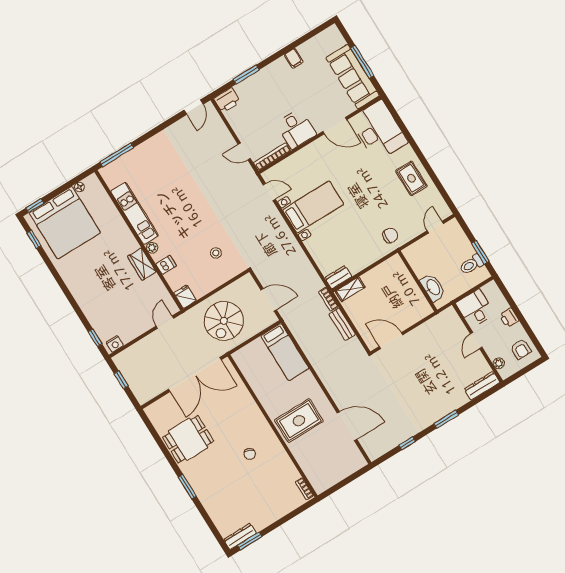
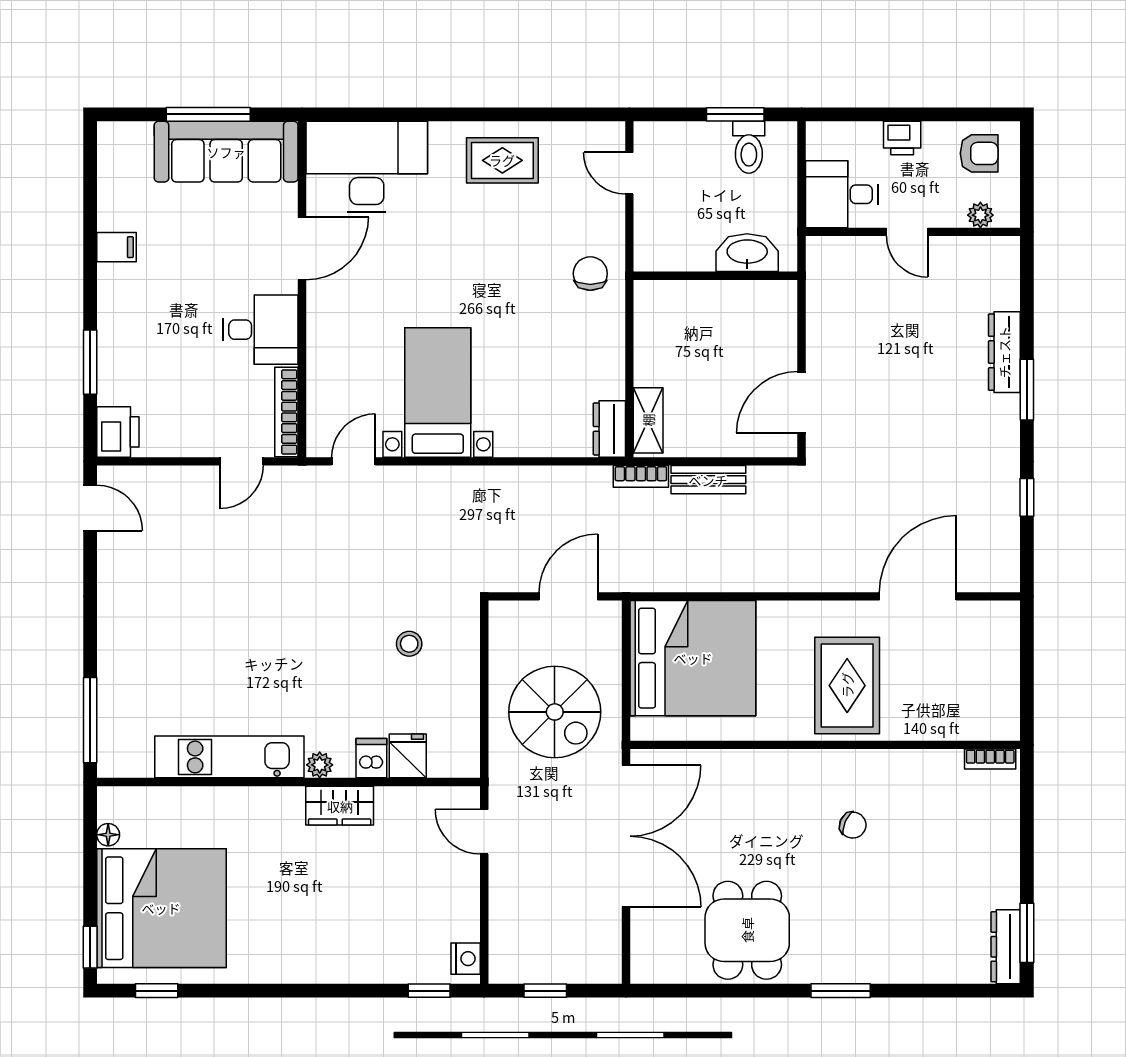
fridge: (185, 297) -> (408, 756), moved, turned 90
bed: (285, 352) -> (693, 658), width x2.04
dresser: (482, 386) -> (1004, 352), moved

